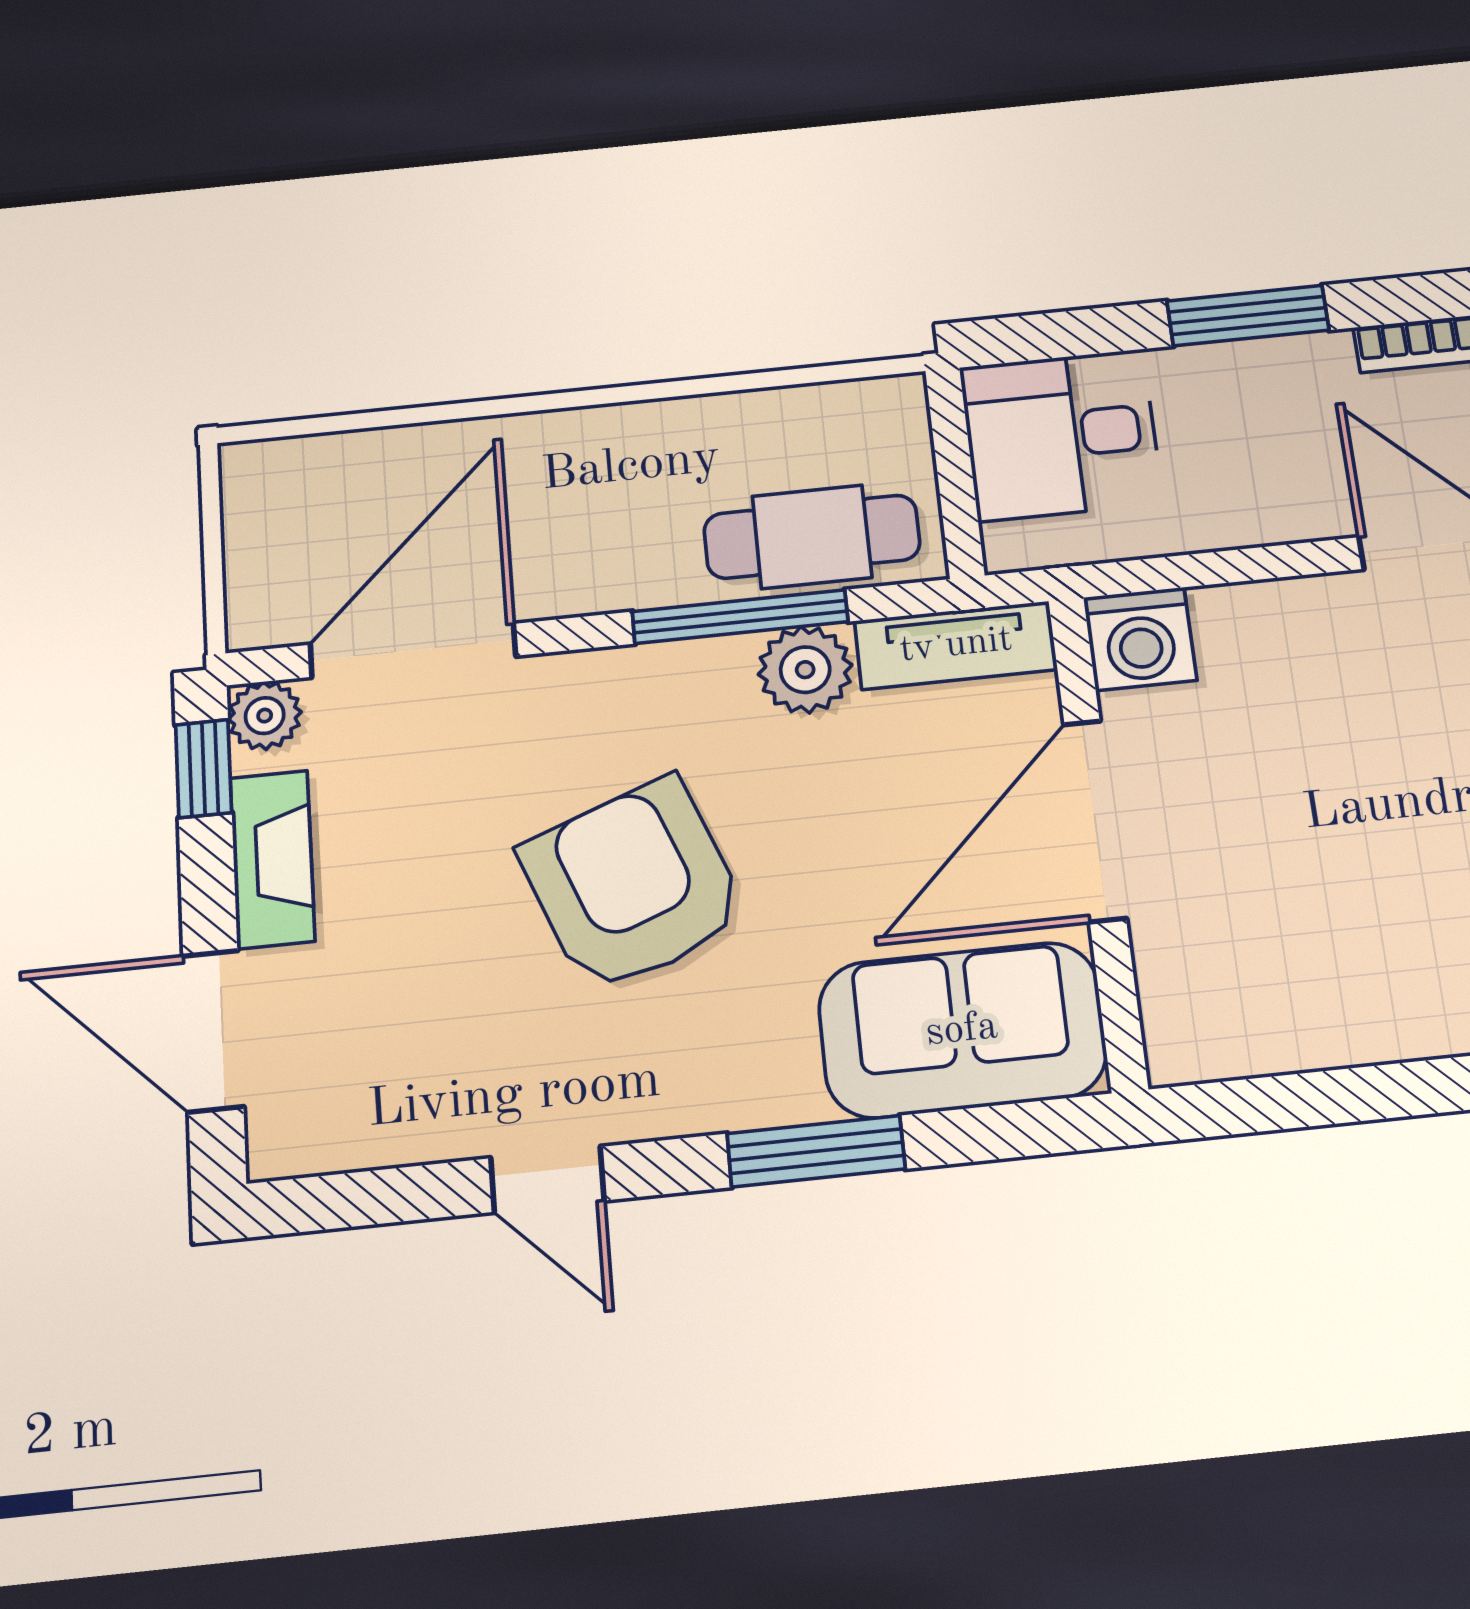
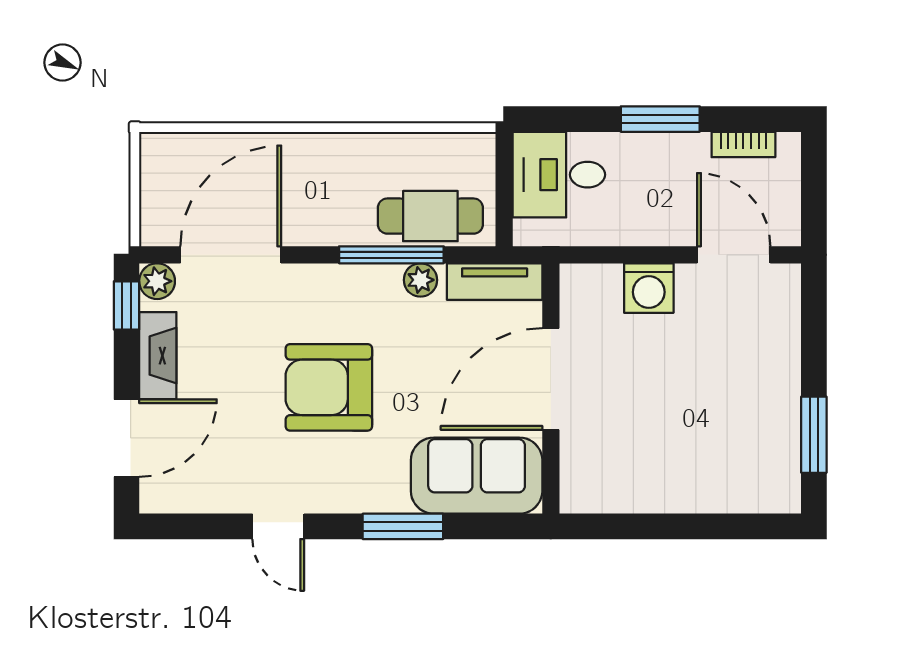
washing machine: (1140, 639) -> (649, 288), moved
plant: (805, 670) -> (420, 280), width x0.73, depth x0.73
armchair: (633, 885) -> (329, 387), turned -69
door: (213, 1031) -> (126, 438), swing flipped

